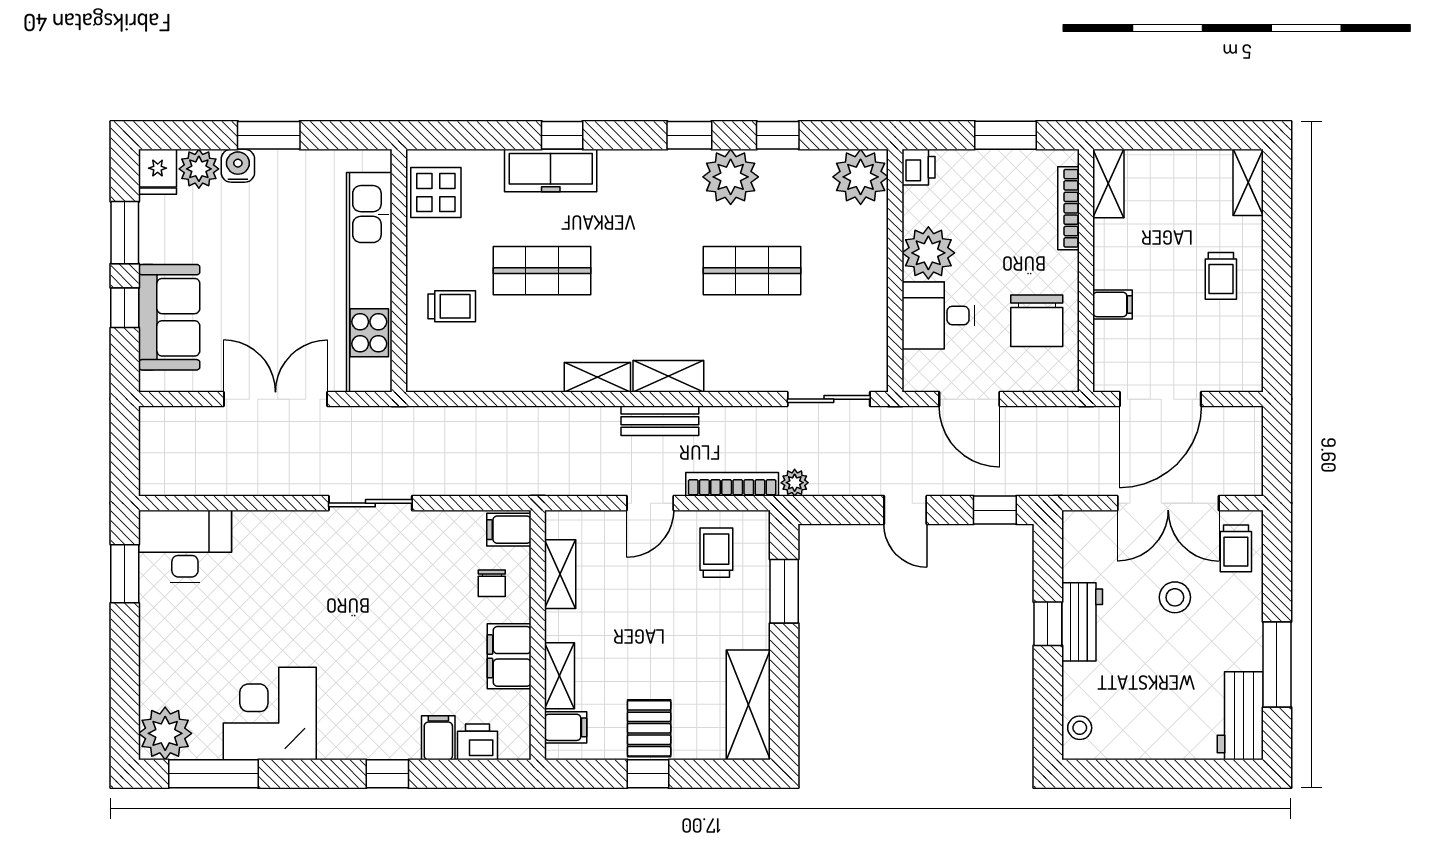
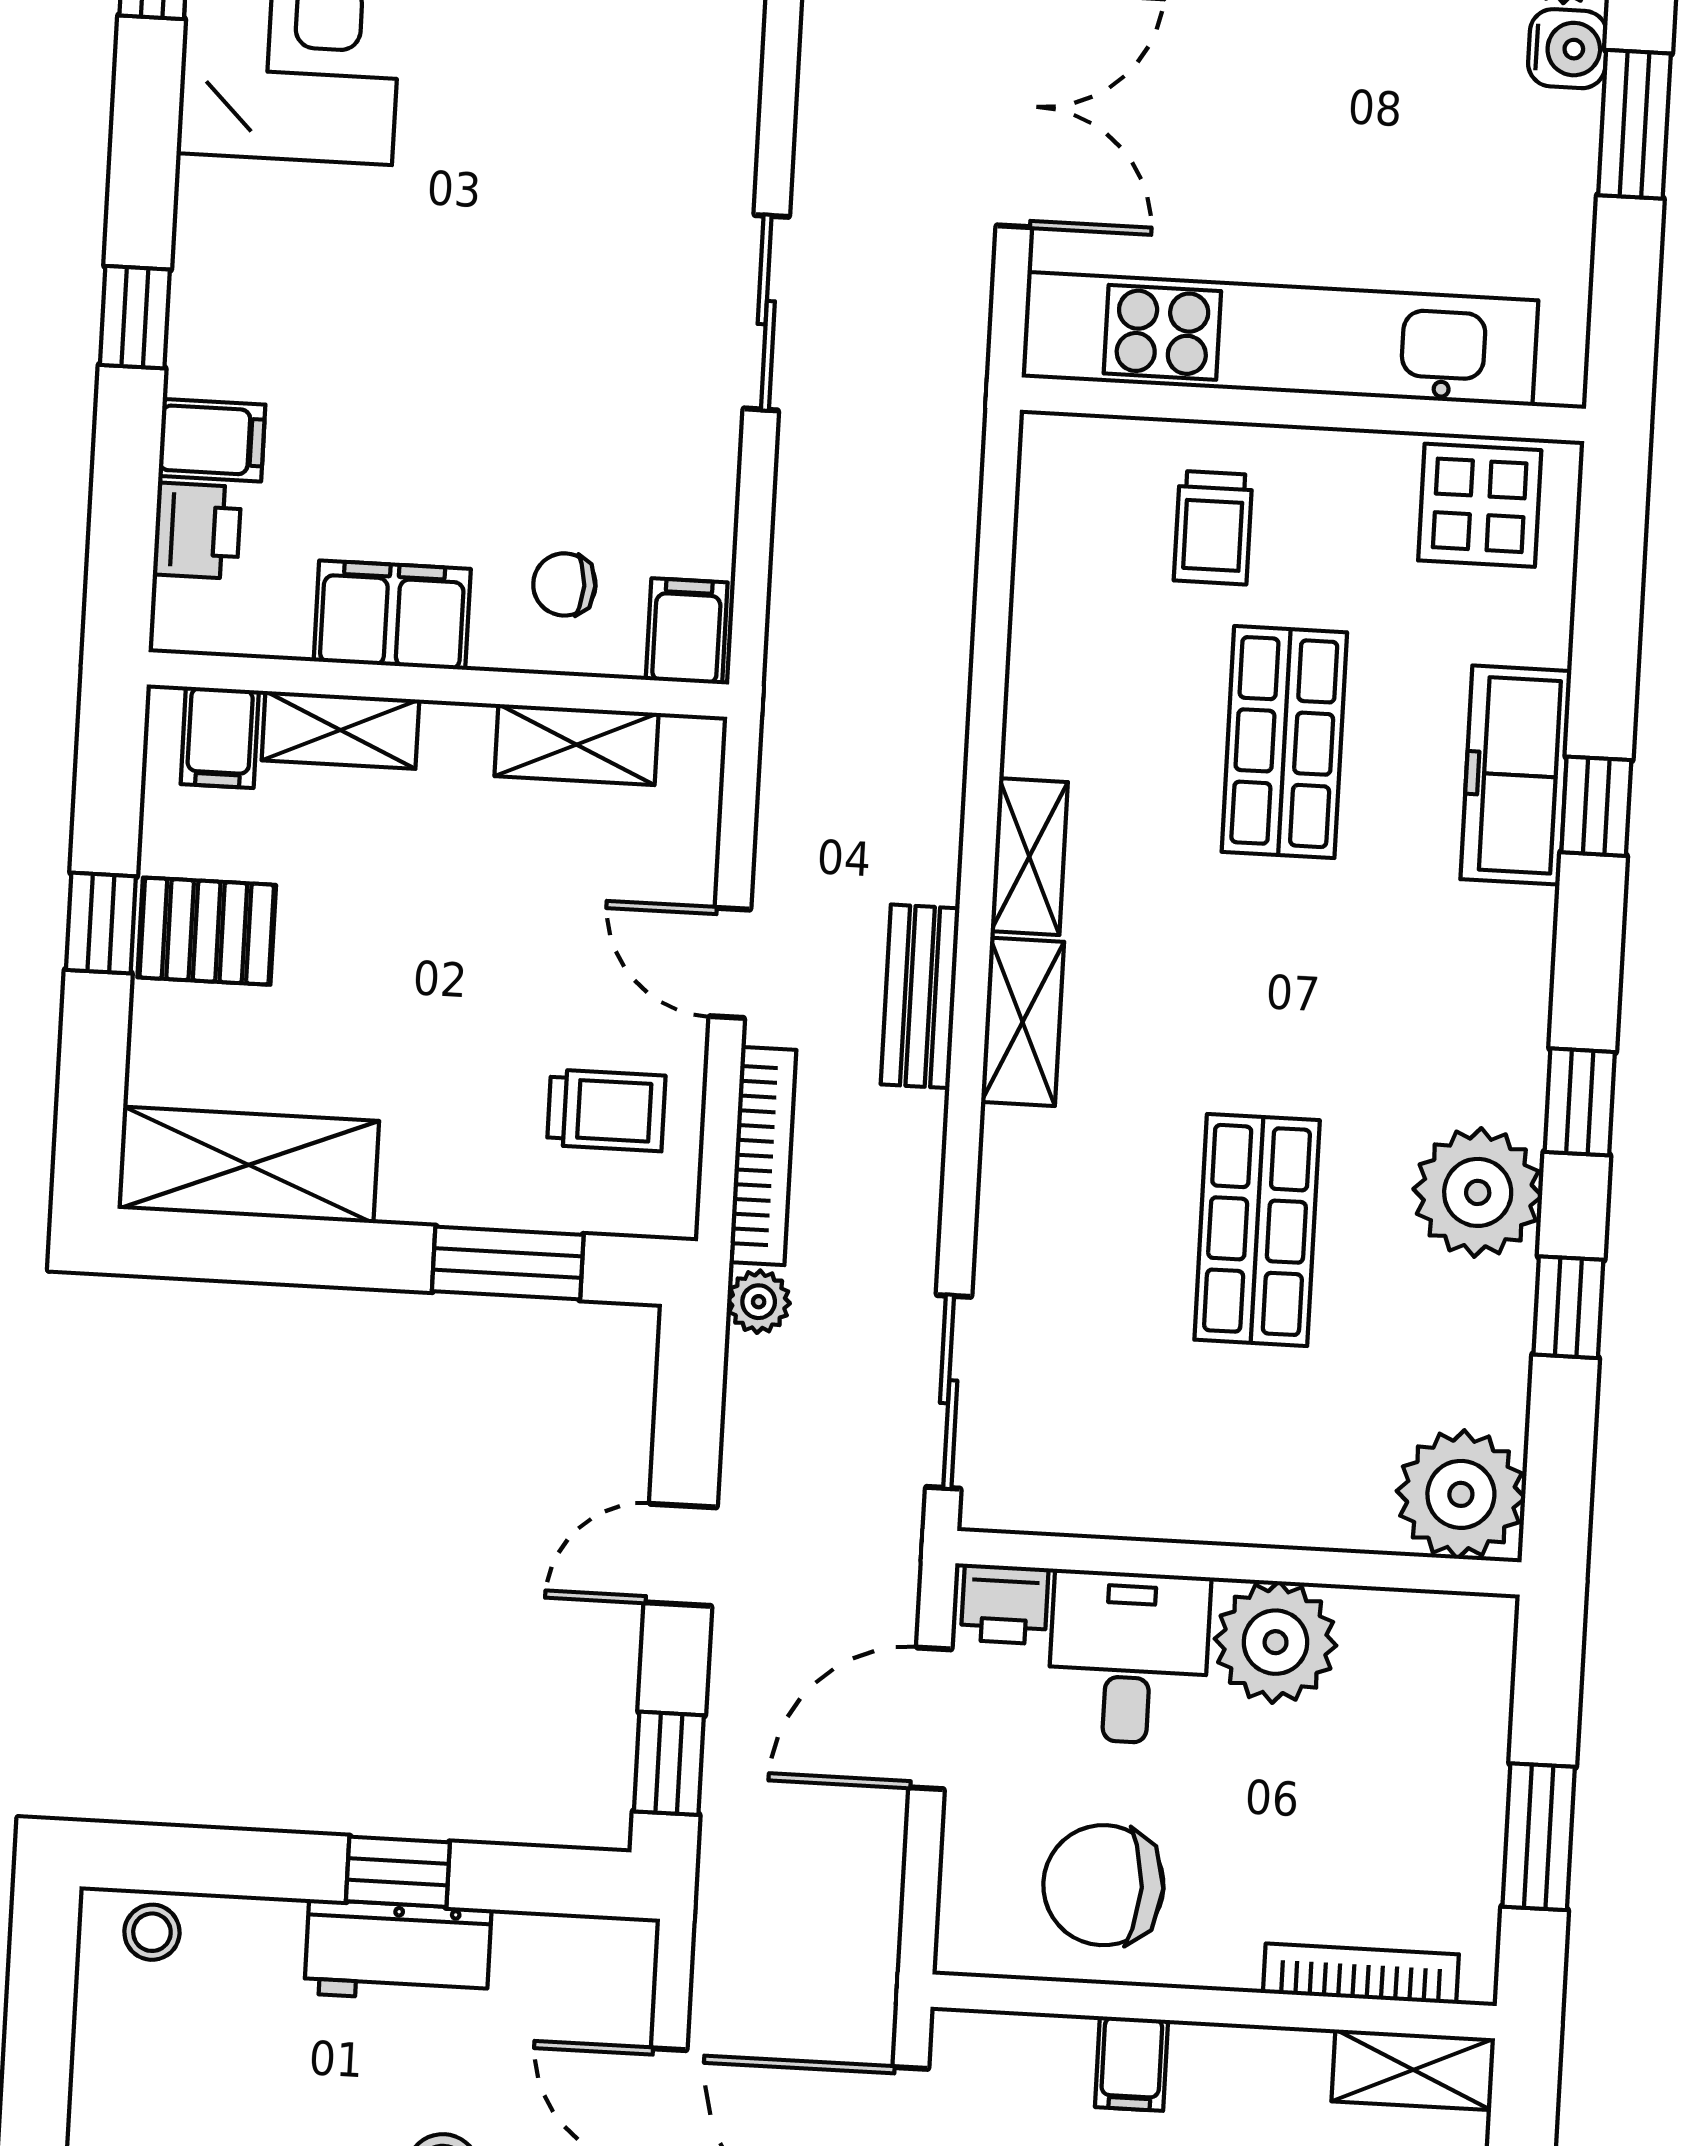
printer: (919, 167) -> (1005, 1604), moved

